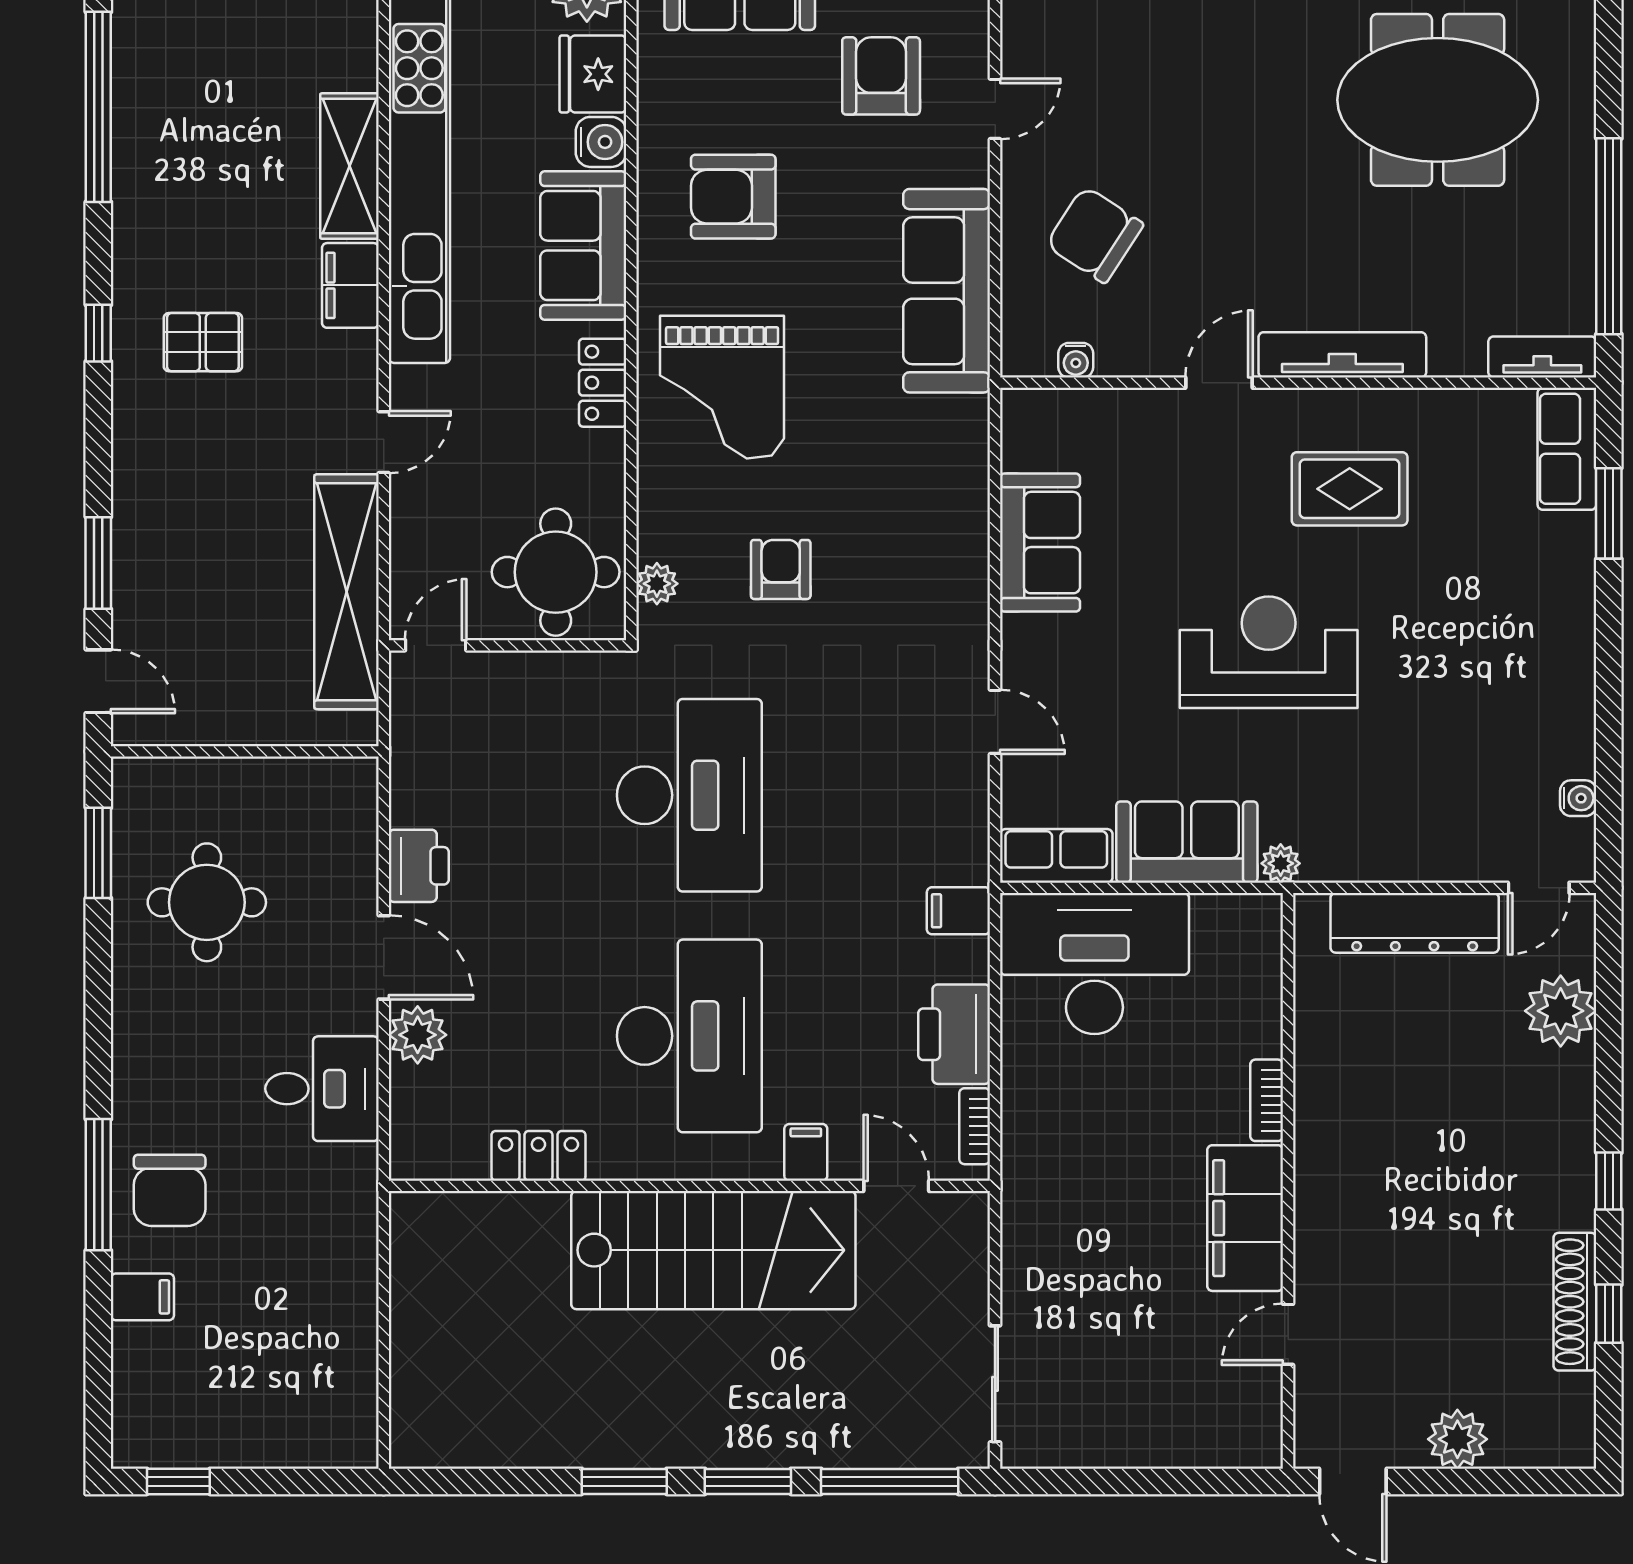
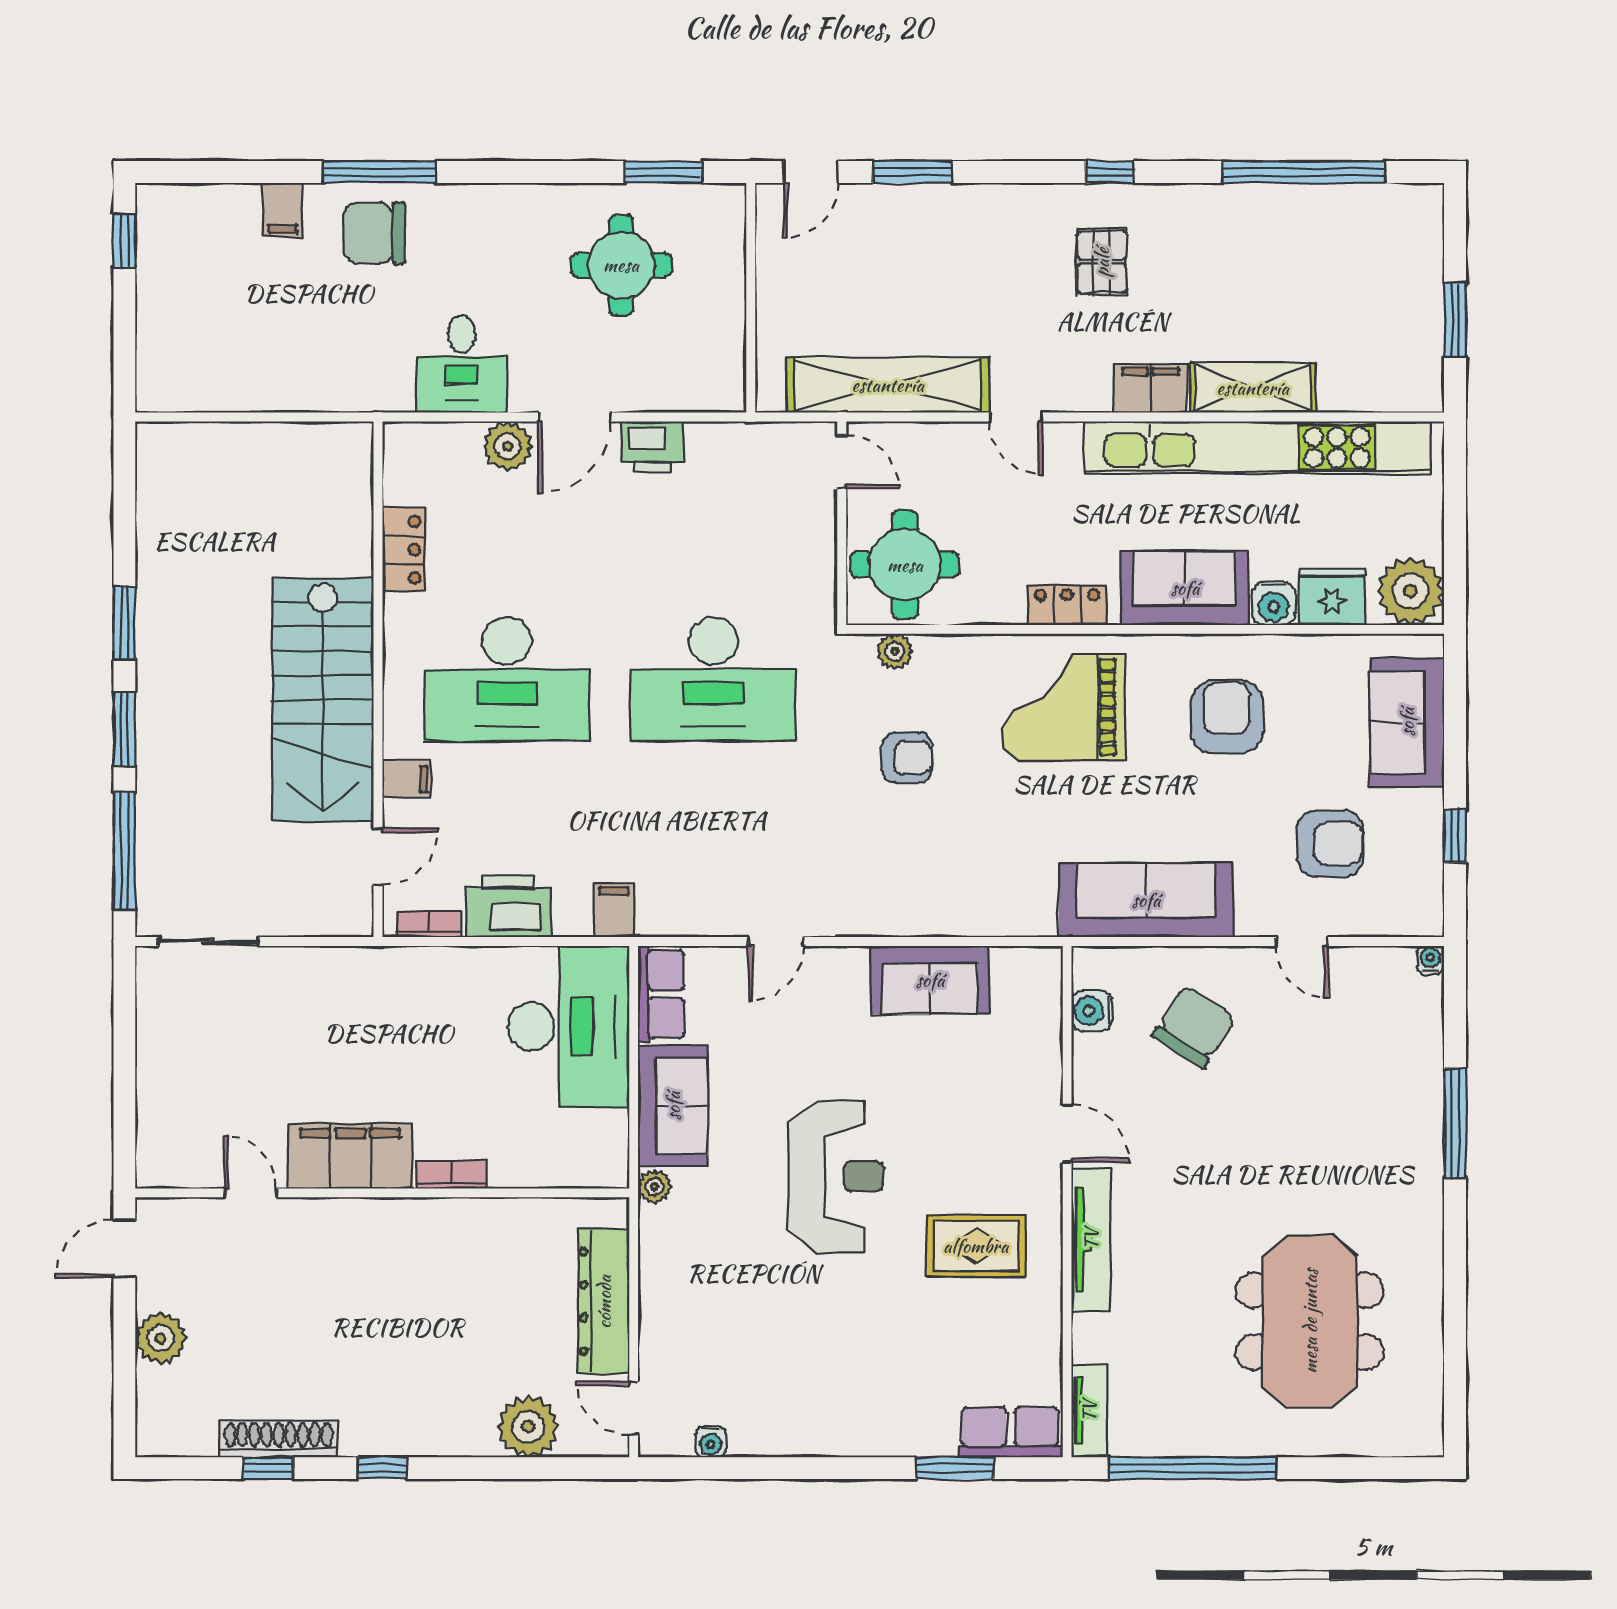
water cooler: (1076, 360) -> (1092, 1011), width x1.38, depth x1.38
rug: (1350, 489) -> (976, 1246), turned 90

